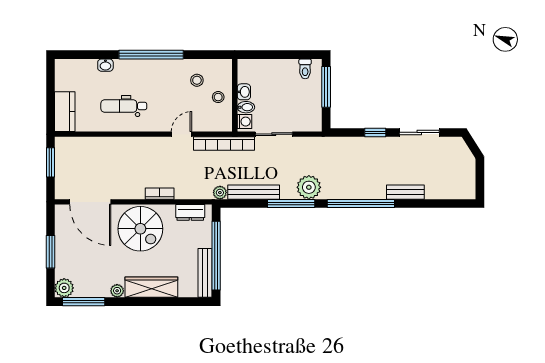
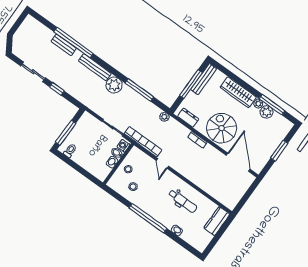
door: (181, 134) -> (162, 163), hinge flipped
window: (51, 162) -> (244, 199), removed
bench: (254, 192) -> (95, 67), moved
window: (291, 203) -> (139, 90), moved
window: (361, 203) -> (74, 43), moved
window: (216, 256) -> (191, 84), width x0.68
plant: (64, 288) -> (267, 112), moved
window: (84, 302) -> (272, 105), moved

